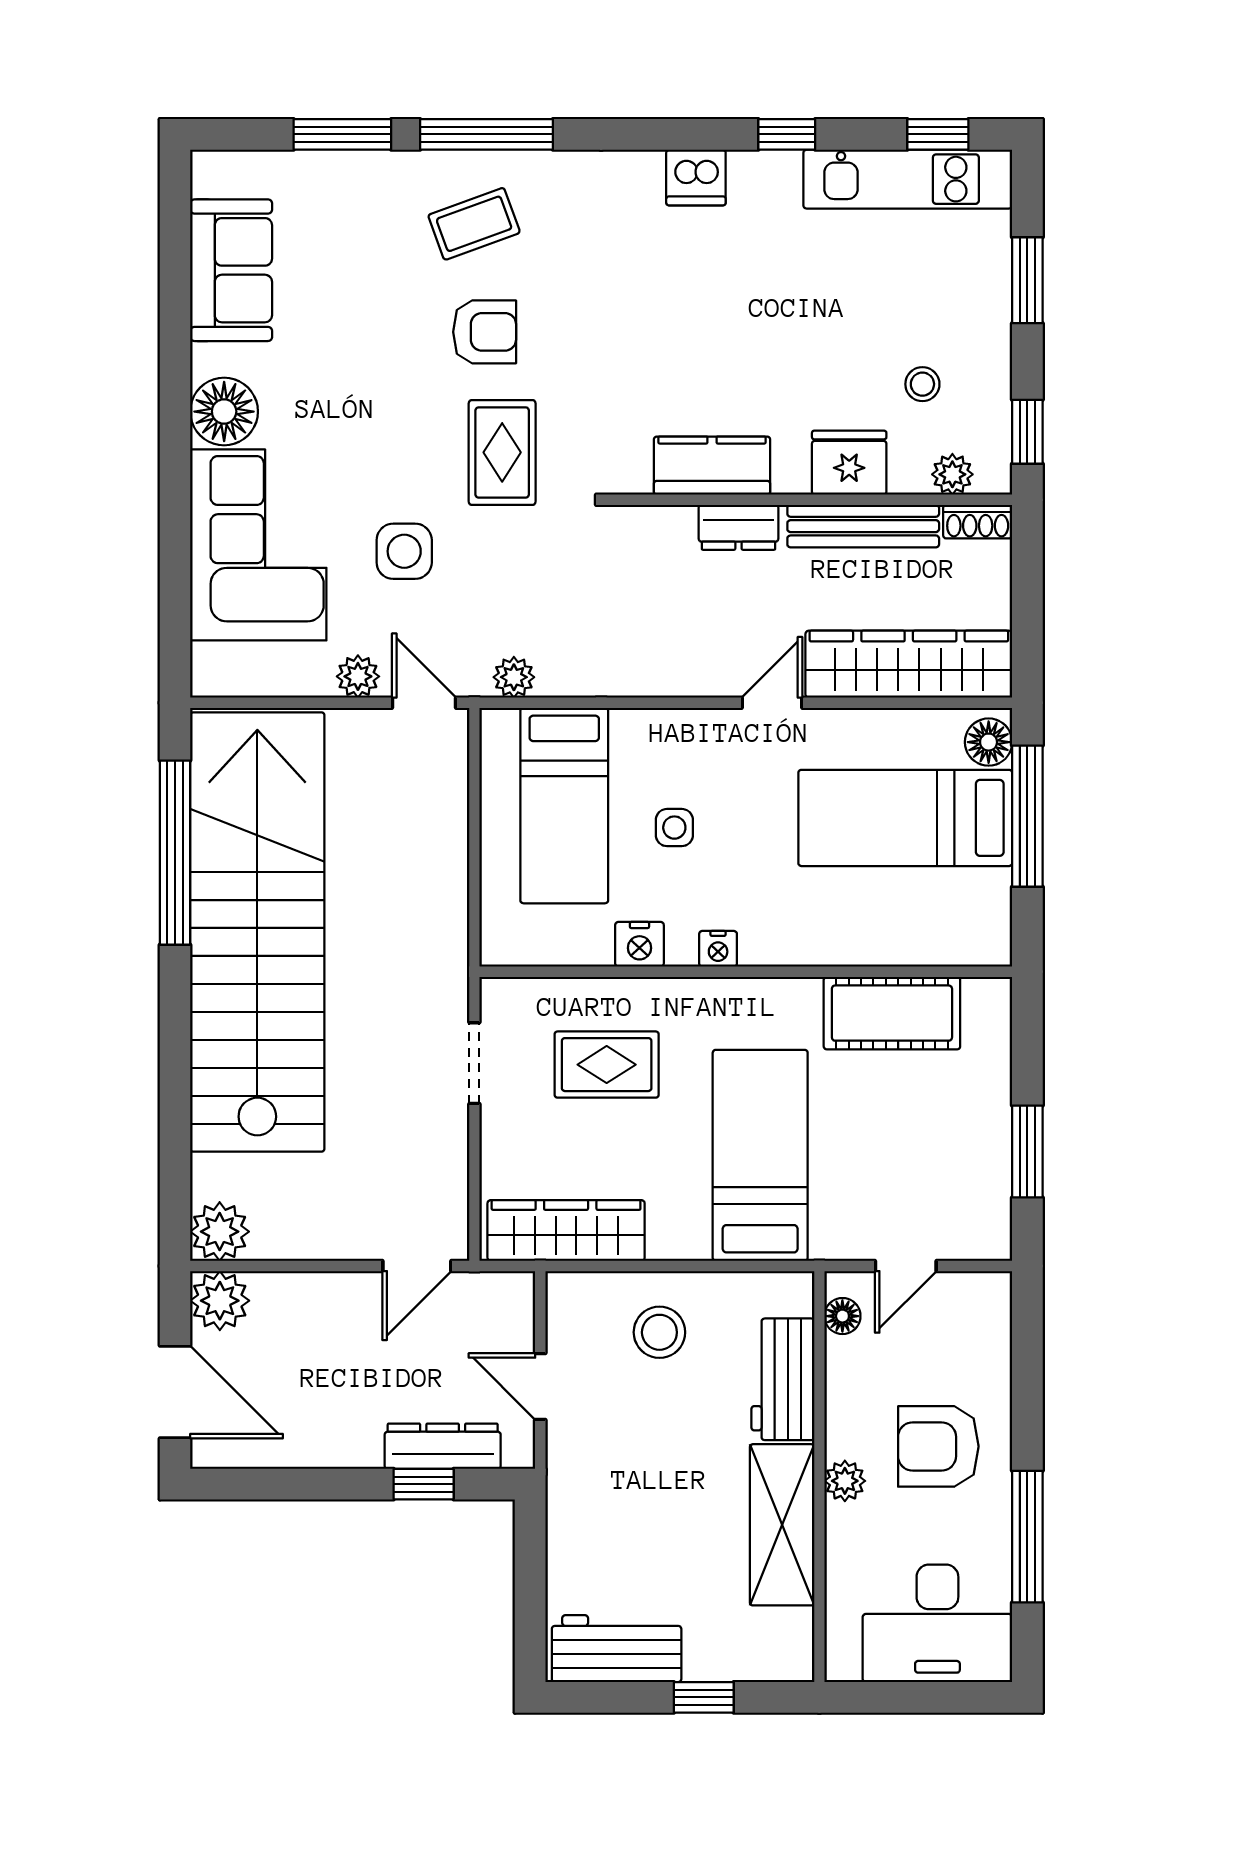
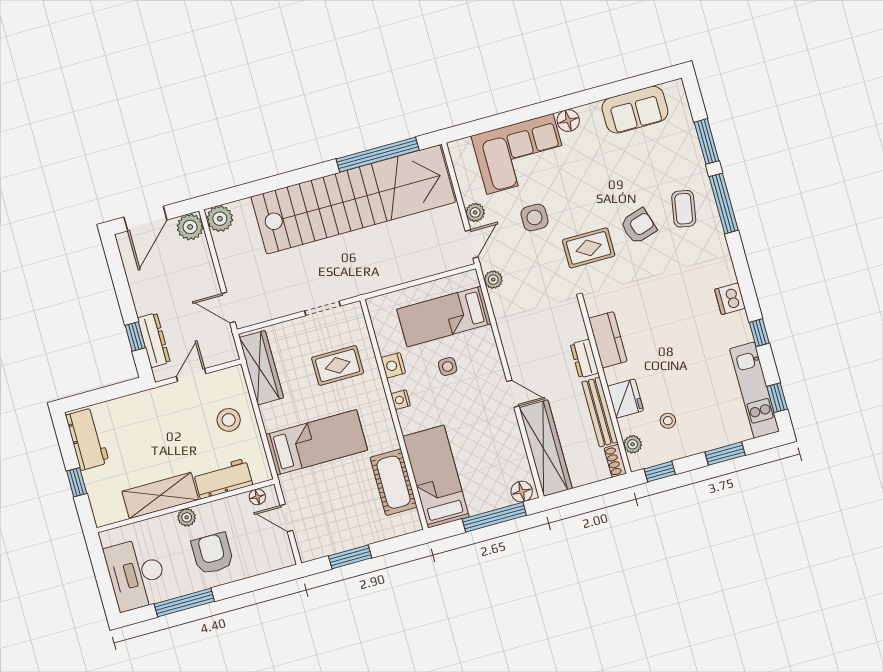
coffee table: (474, 224) -> (684, 209), turned 30
armchair: (485, 332) -> (638, 226), turned -107
floor lamp: (224, 412) -> (568, 120), width x0.73, depth x0.73
bed: (905, 818) -> (436, 477), moved
rug: (607, 1065) -> (338, 365), turned 90

